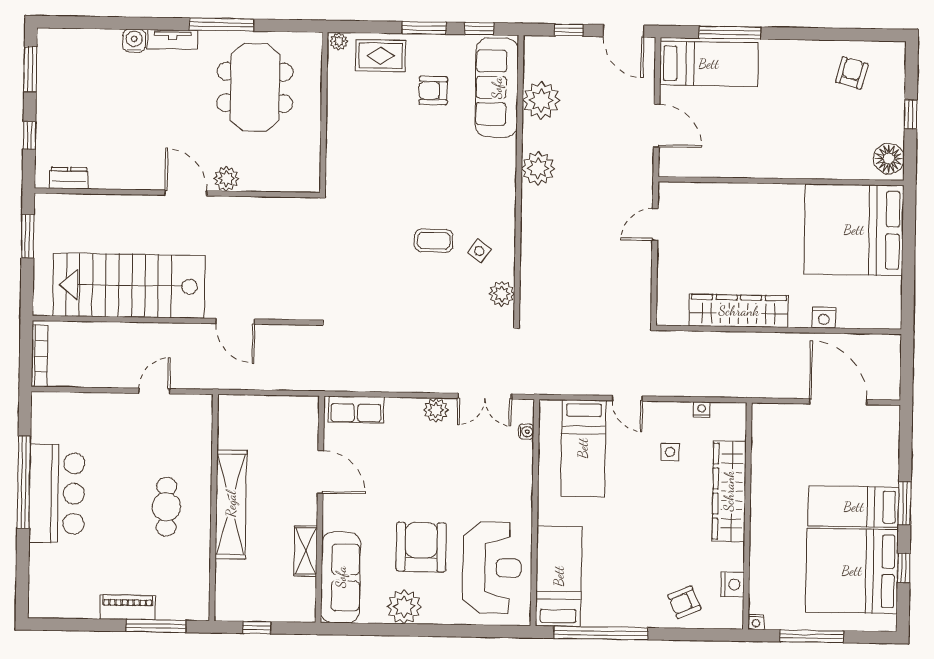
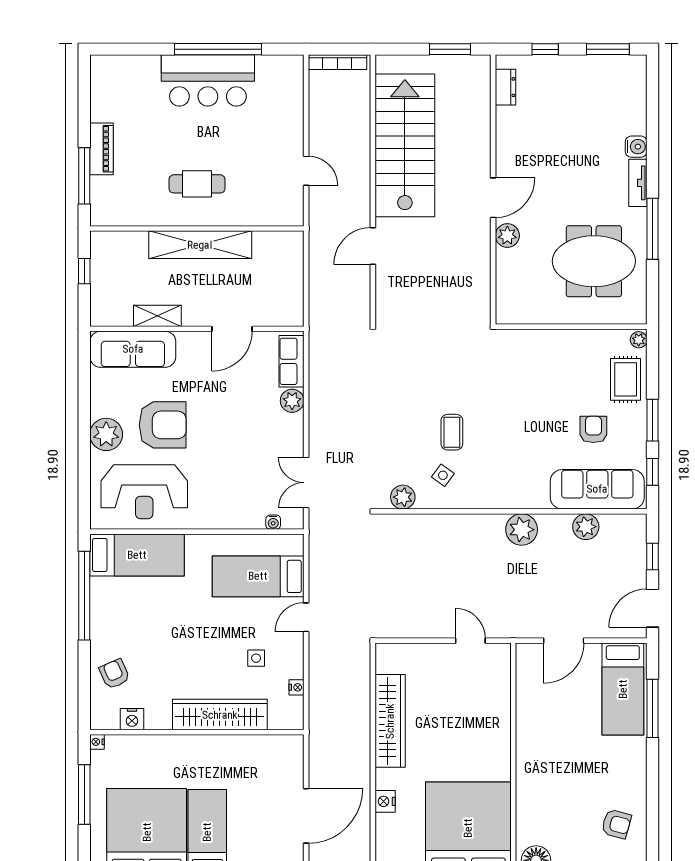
plant: (541, 100) -> (586, 527), width x0.73, depth x0.73
plant: (436, 410) -> (292, 401), moved
plant: (404, 607) -> (106, 434), moved

